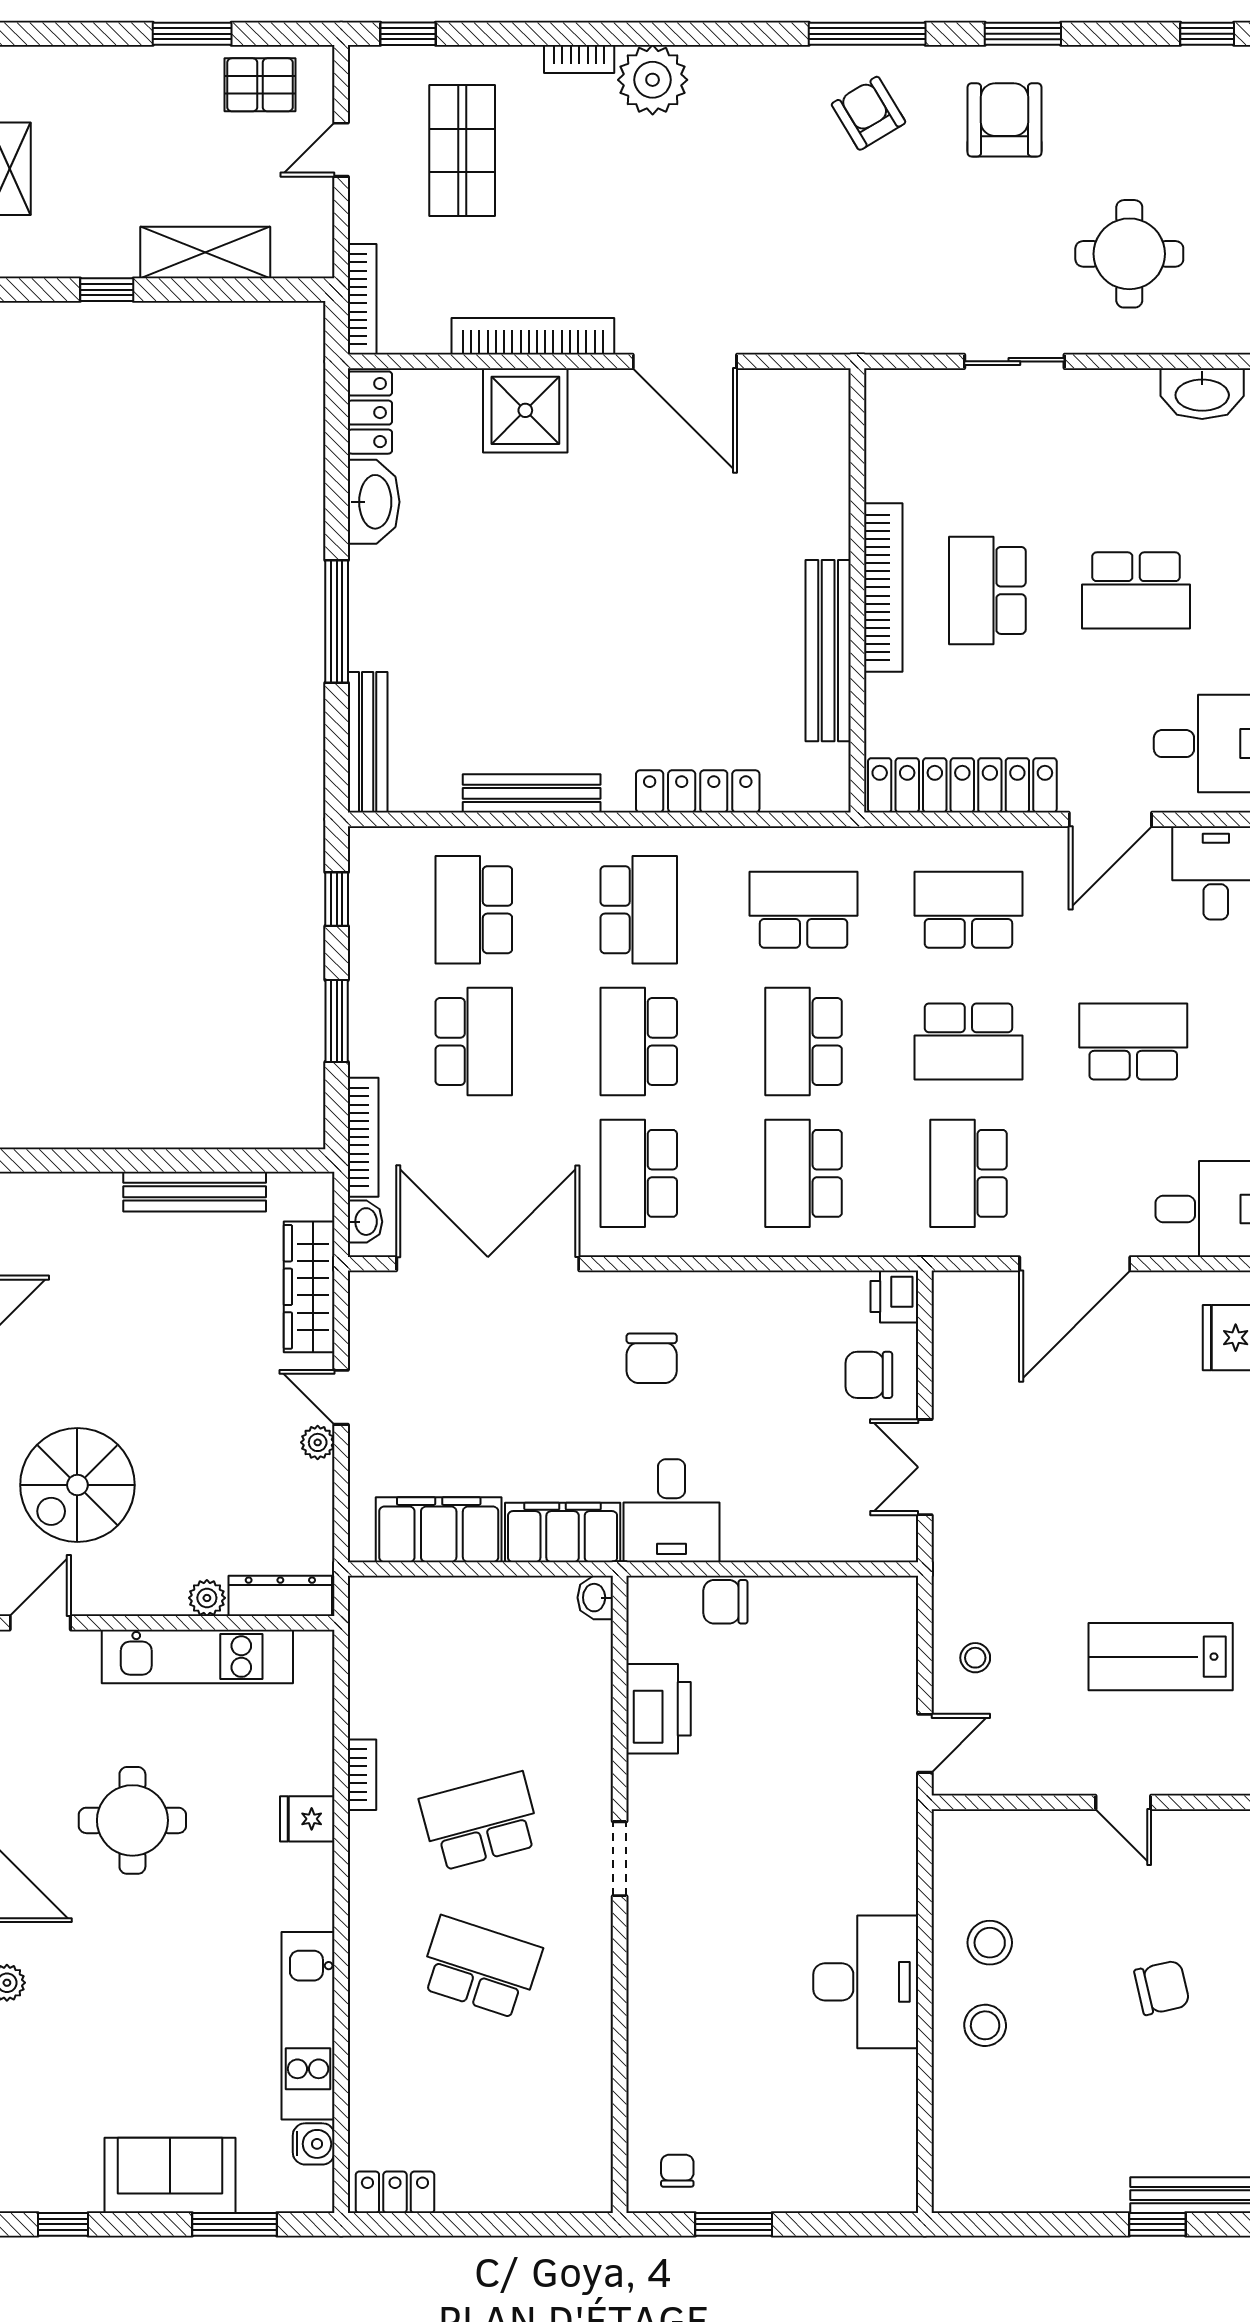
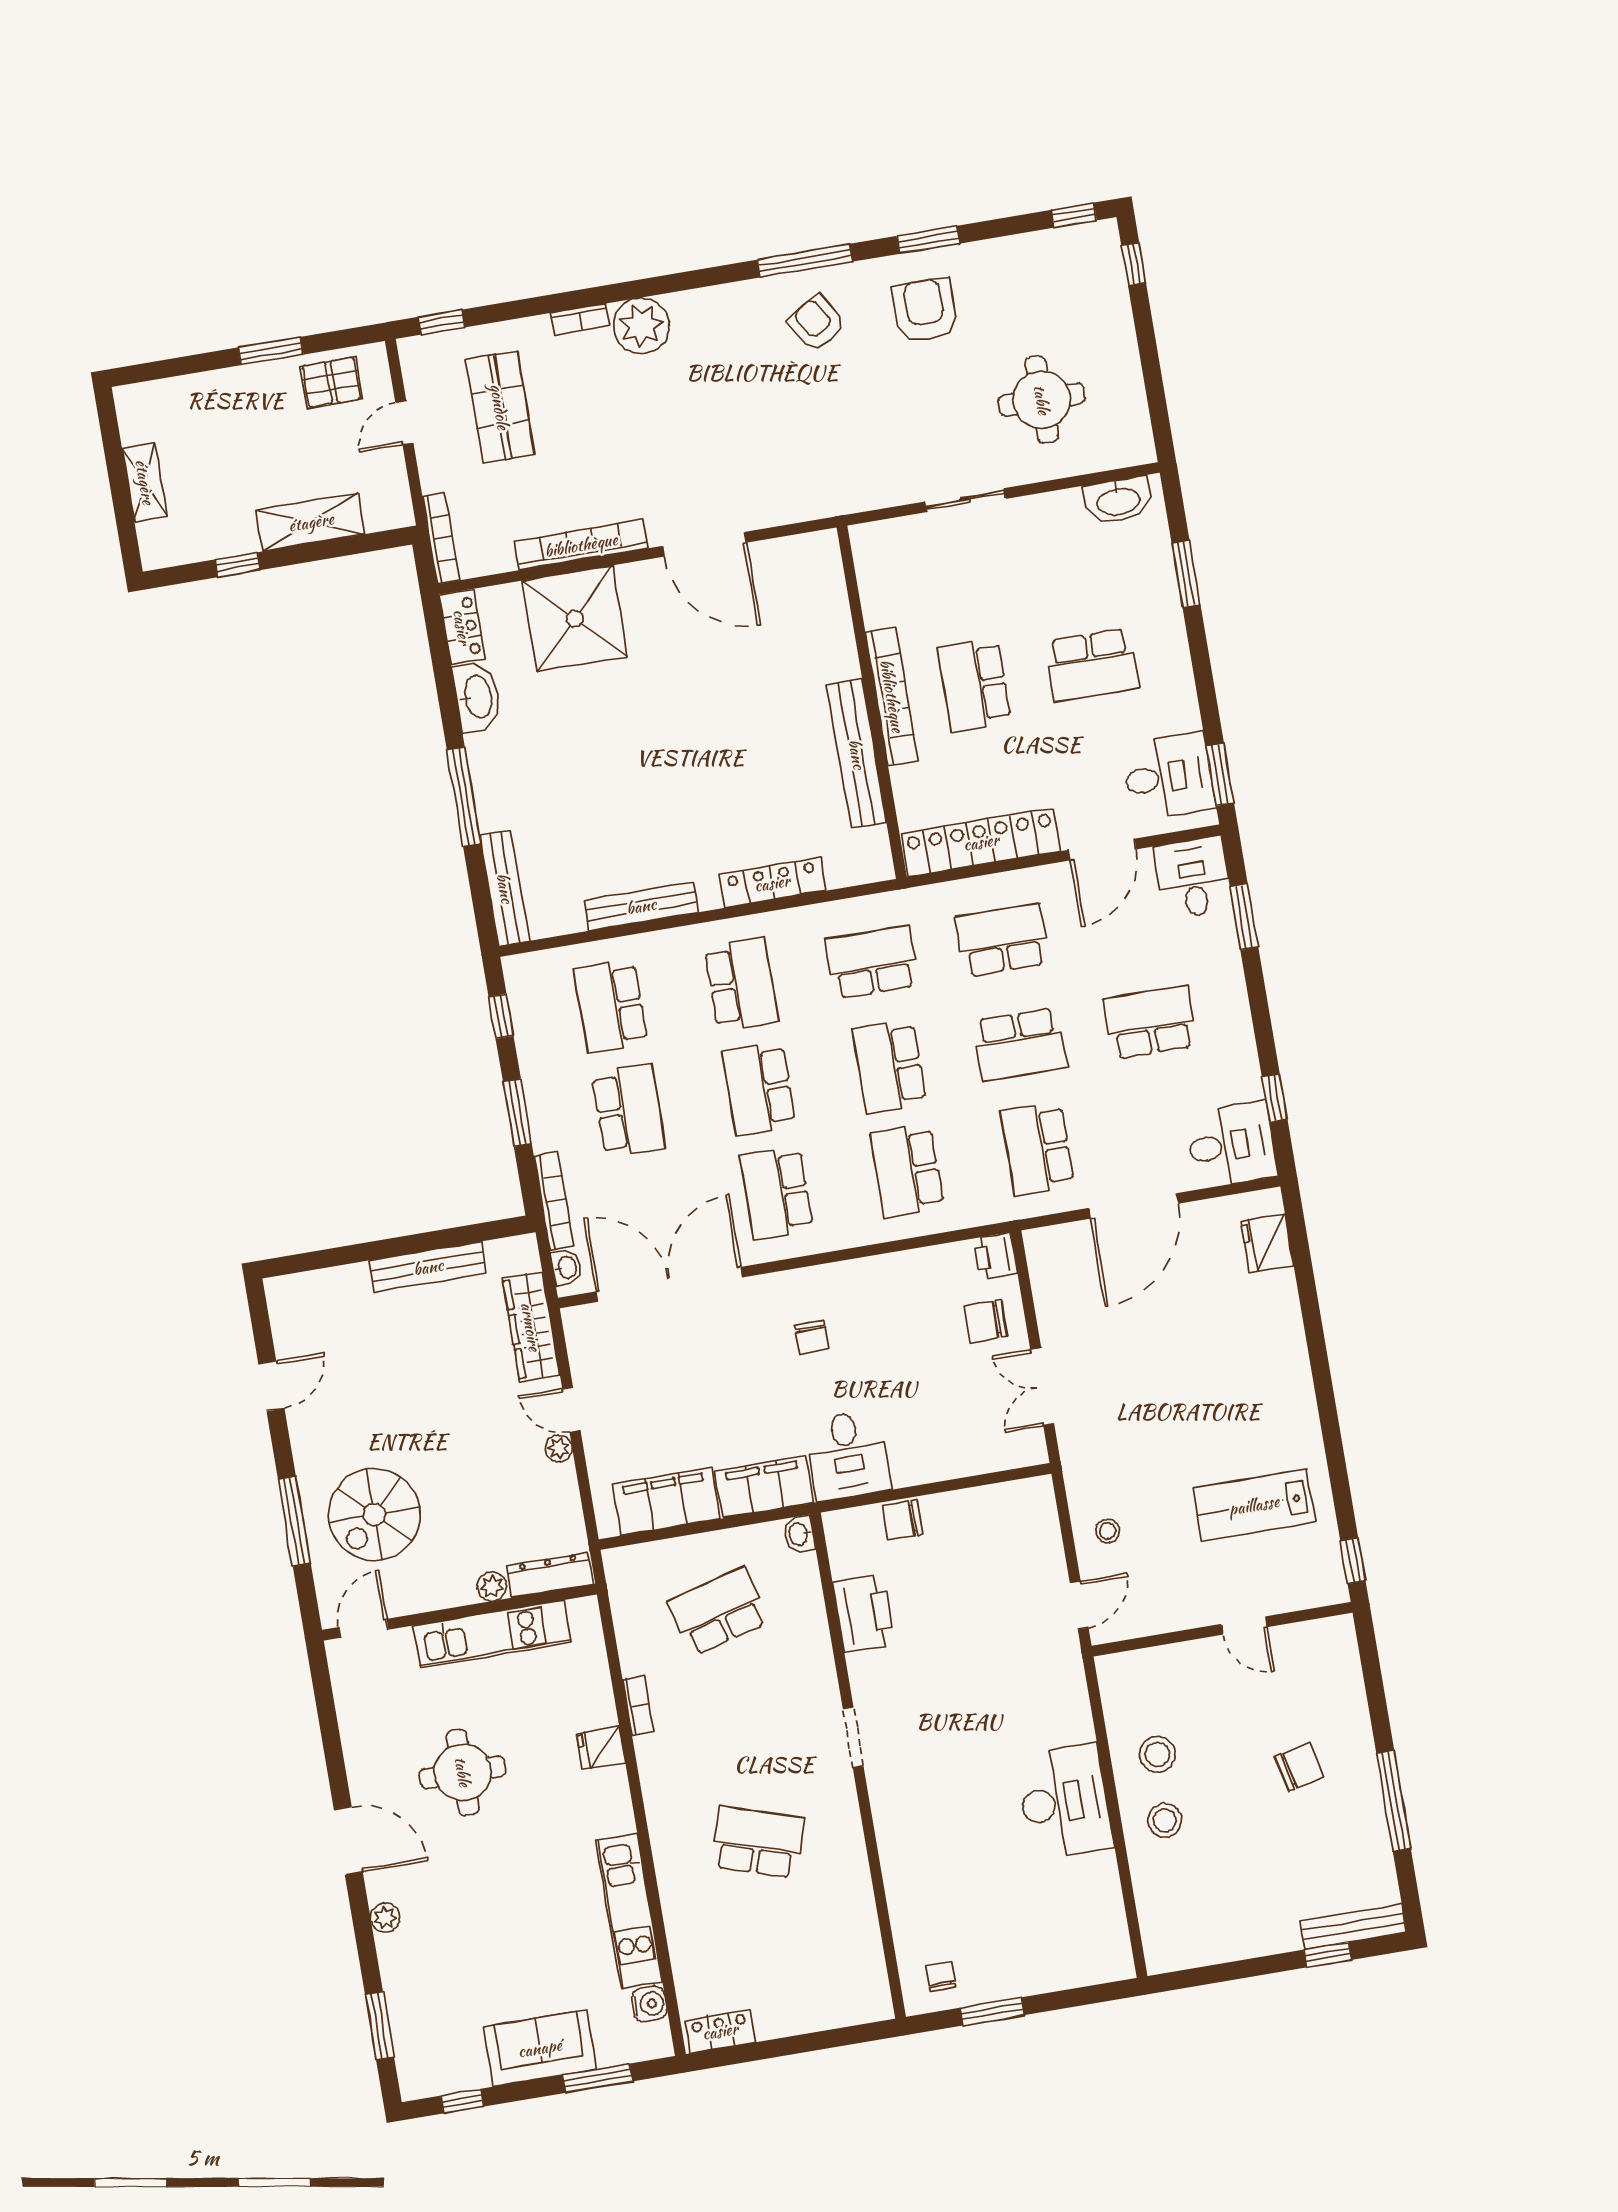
shower: (525, 410) -> (575, 619), width x1.37, depth x1.37
chair: (652, 1358) -> (812, 1337), width x0.73, depth x0.73
school desk: (480, 1821) -> (719, 1611), moved

